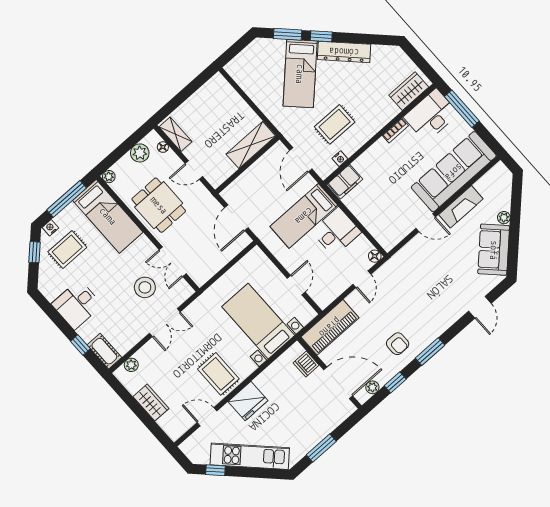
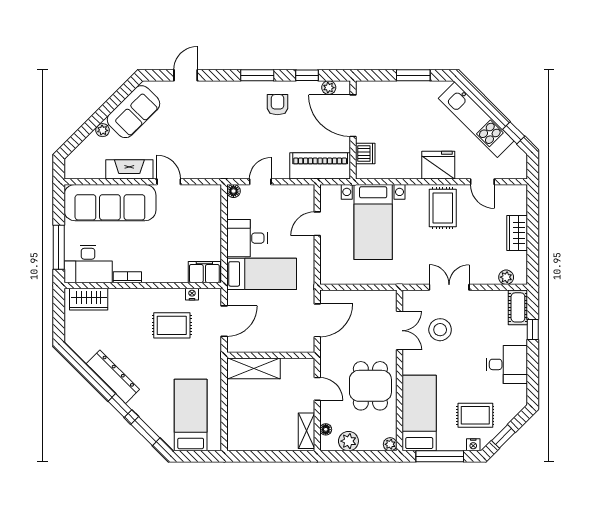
bed: (300, 74) -> (191, 415), moved, turned -45

